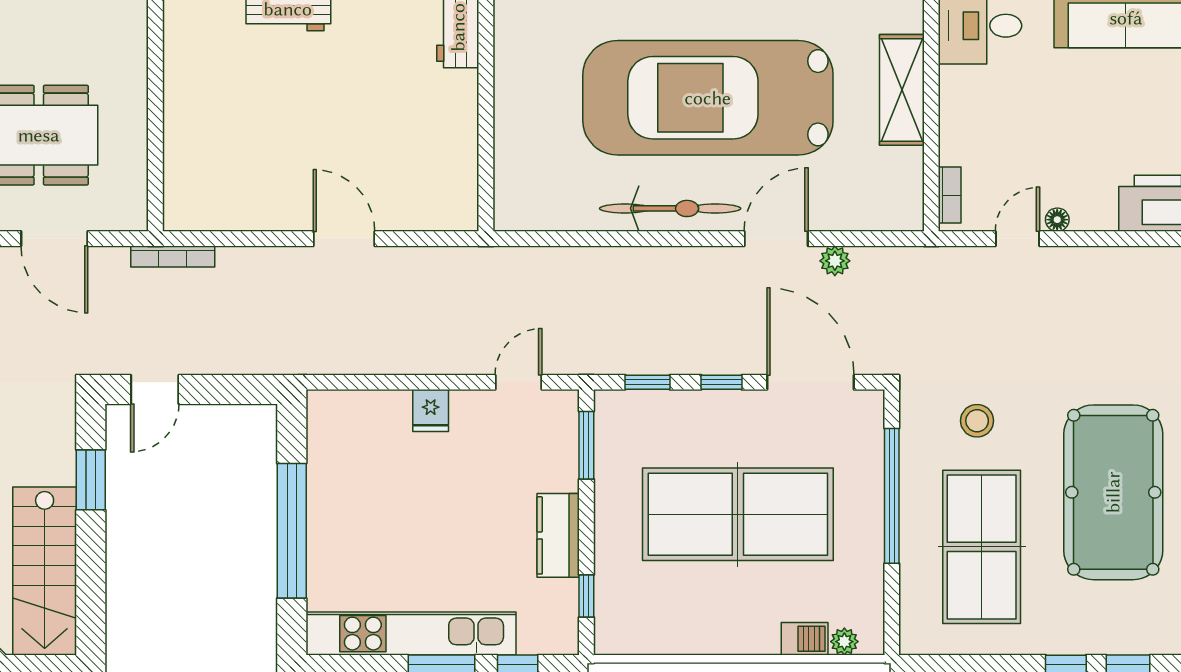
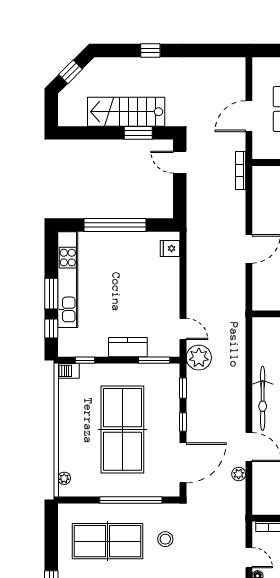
plant: (581, 348) -> (199, 358), added
fridge: (431, 411) -> (170, 248), moved
kitchen counter: (558, 535) -> (128, 347), moved
stairs: (45, 571) -> (126, 112), moved
barbecue: (805, 639) -> (68, 371), moved, turned 90

